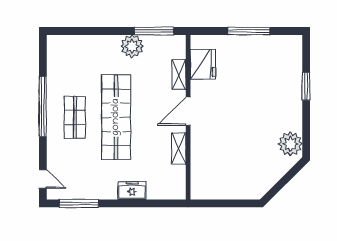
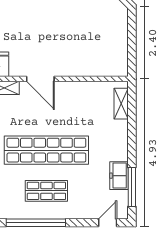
shelving: (179, 148) -> (121, 104), moved, turned 90
freezer: (132, 190) -> (119, 176), moved

